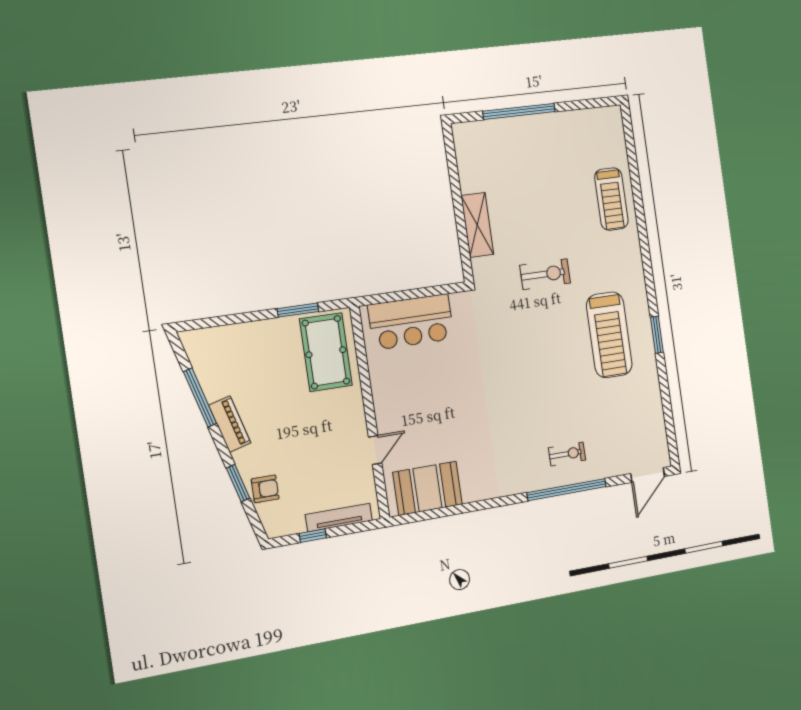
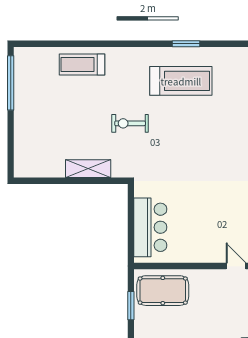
window: (519, 111) -> (11, 83), moved
treadmill: (611, 199) -> (82, 64), turned 180
exercise bike: (545, 274) -> (130, 123), turned -90

